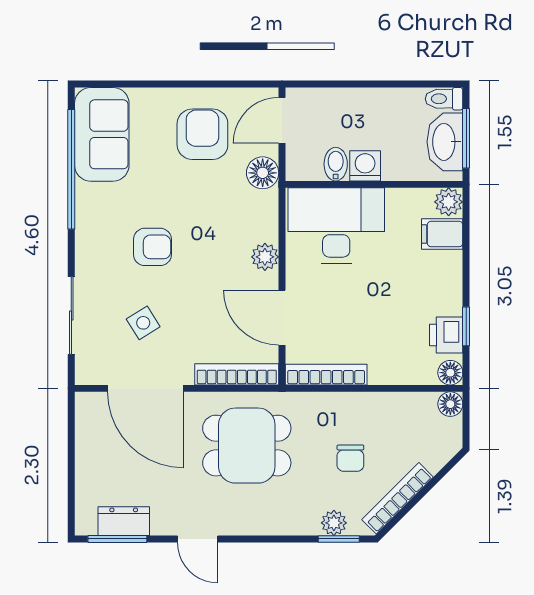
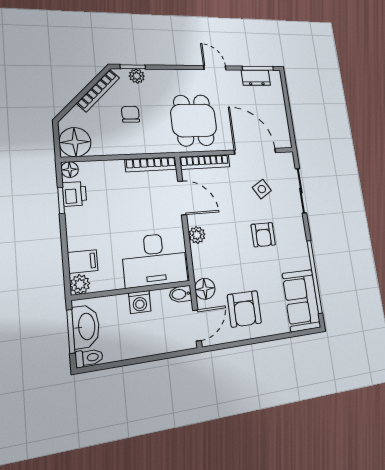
bidet: (336, 164) -> (180, 294), moved, turned 90
armchair: (152, 247) -> (263, 235), turned -90
floor lamp: (450, 404) -> (75, 142), width x1.89, depth x1.89
dining table: (247, 446) -> (194, 120), turned 90

